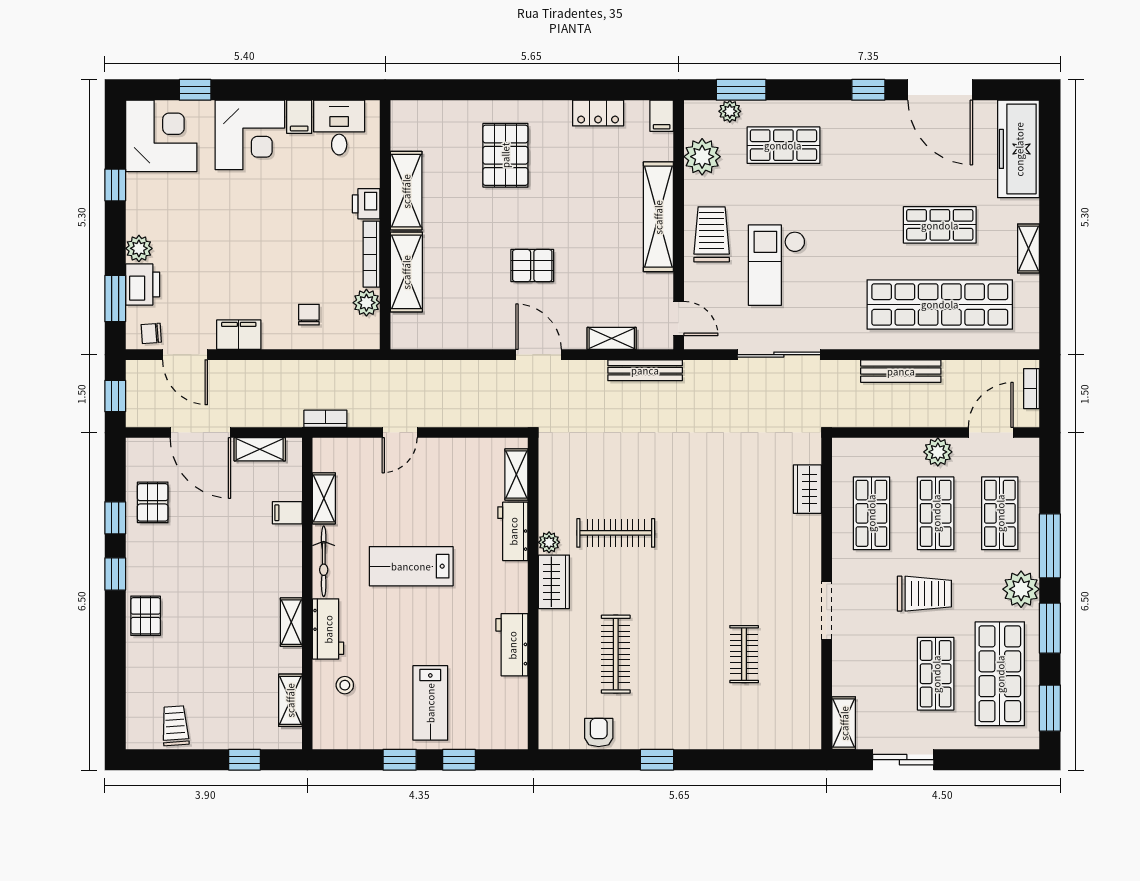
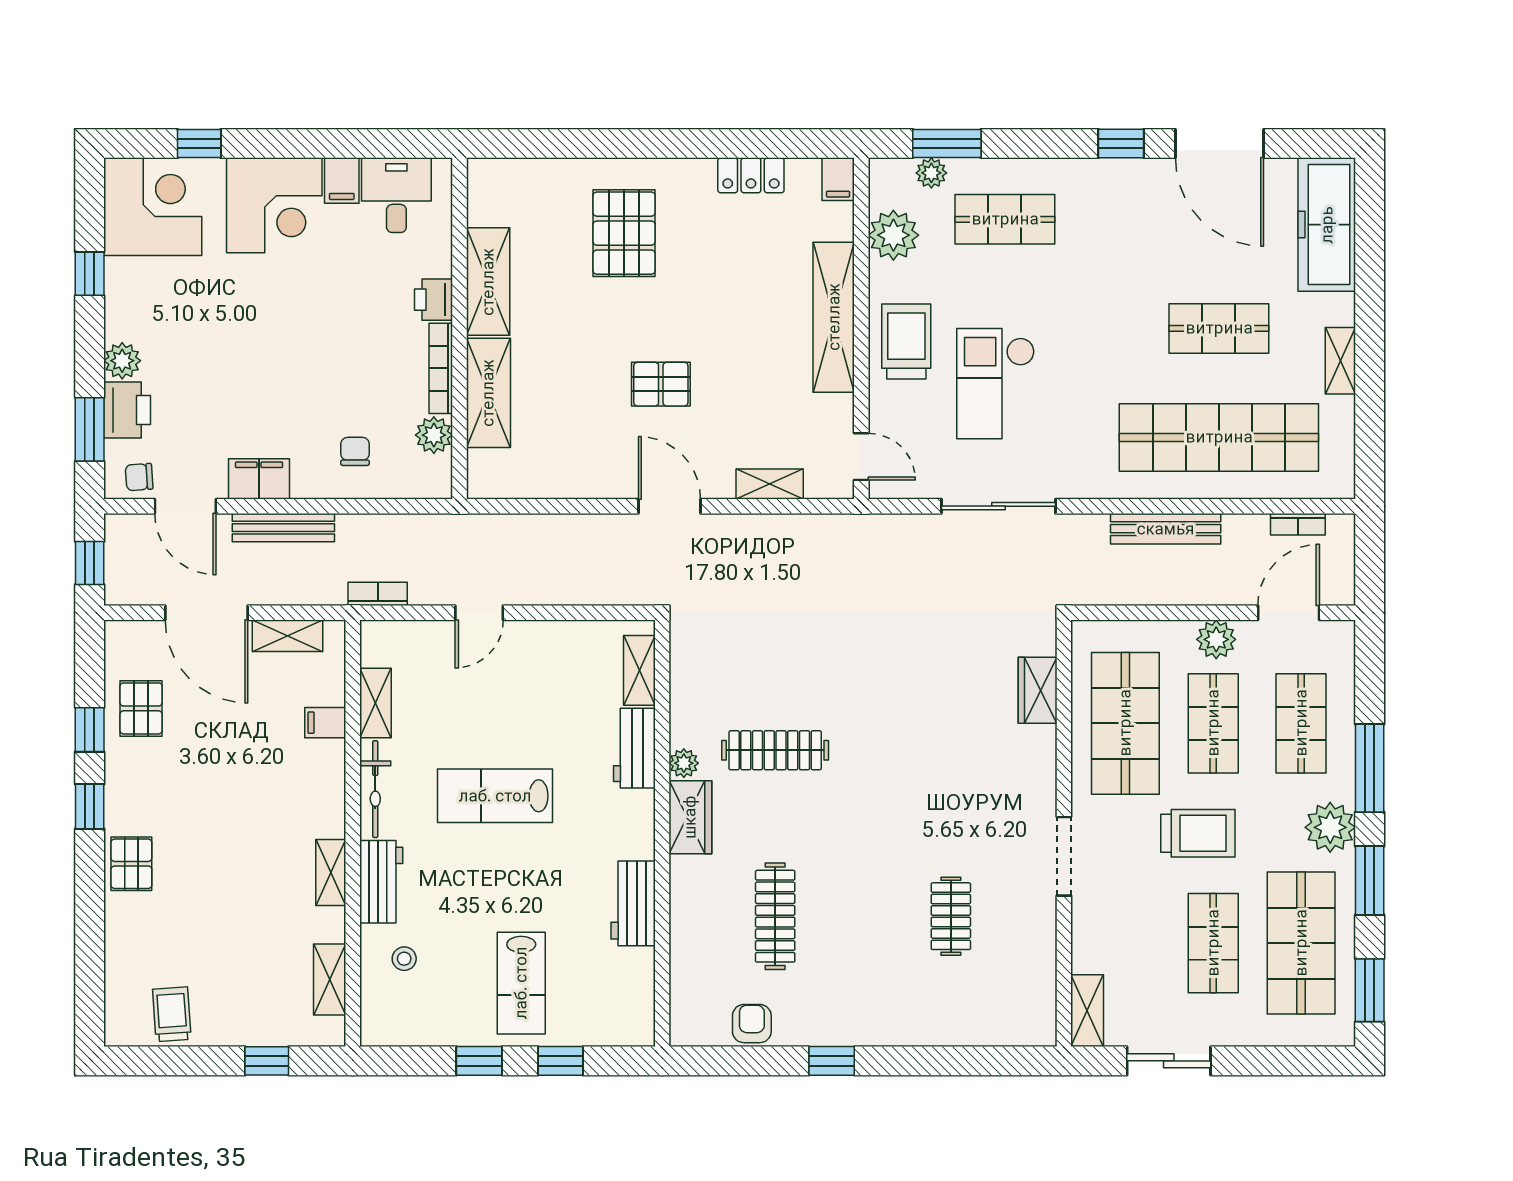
bench: (645, 370) -> (283, 528), moved
bookcase: (1032, 389) -> (1298, 524), moved, turned -90
shop shelf: (871, 513) -> (1125, 723), width x1.43, depth x1.36

